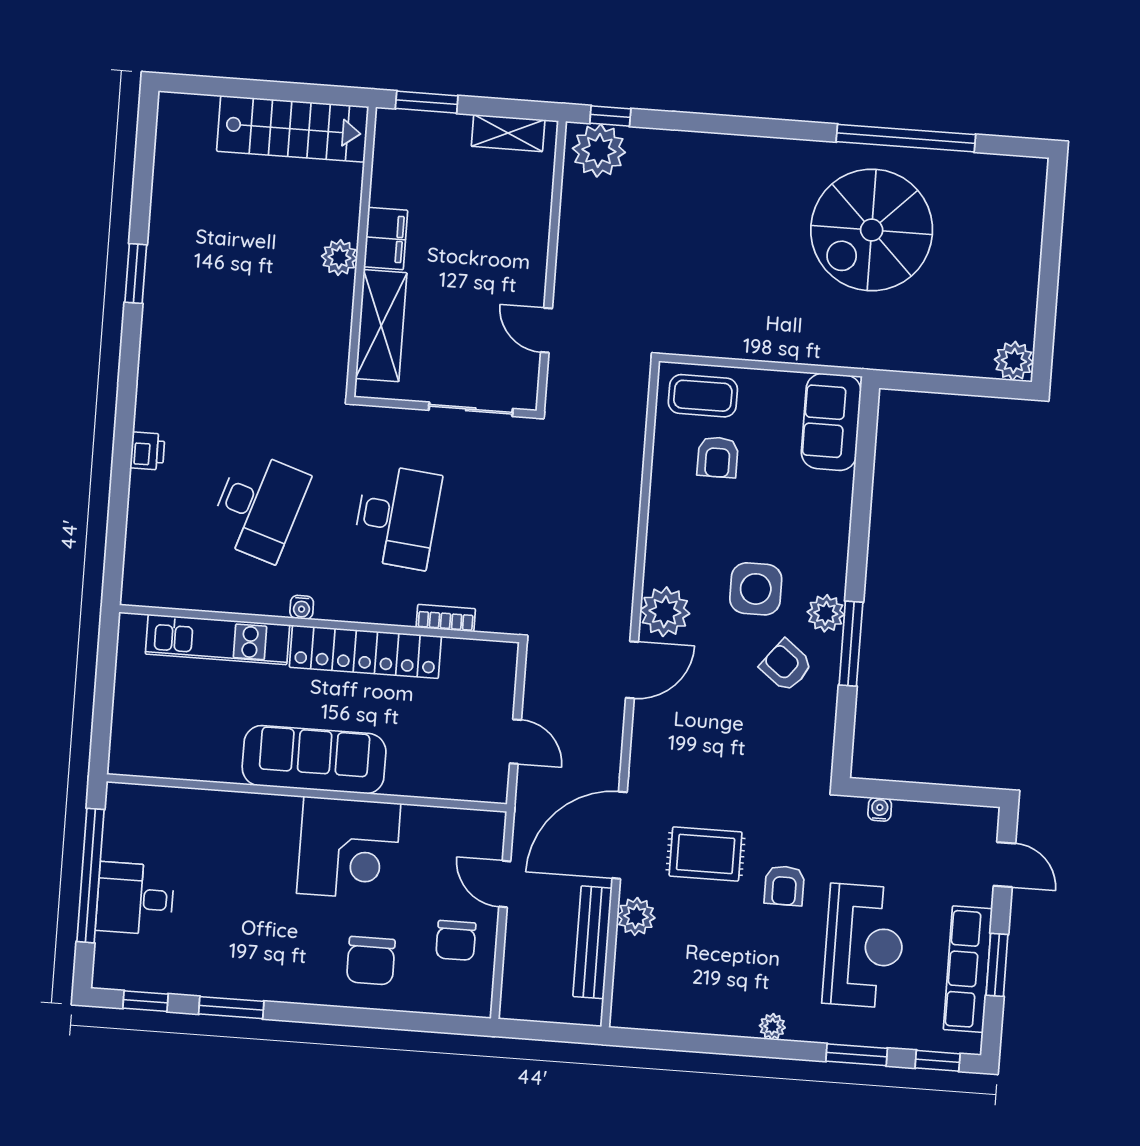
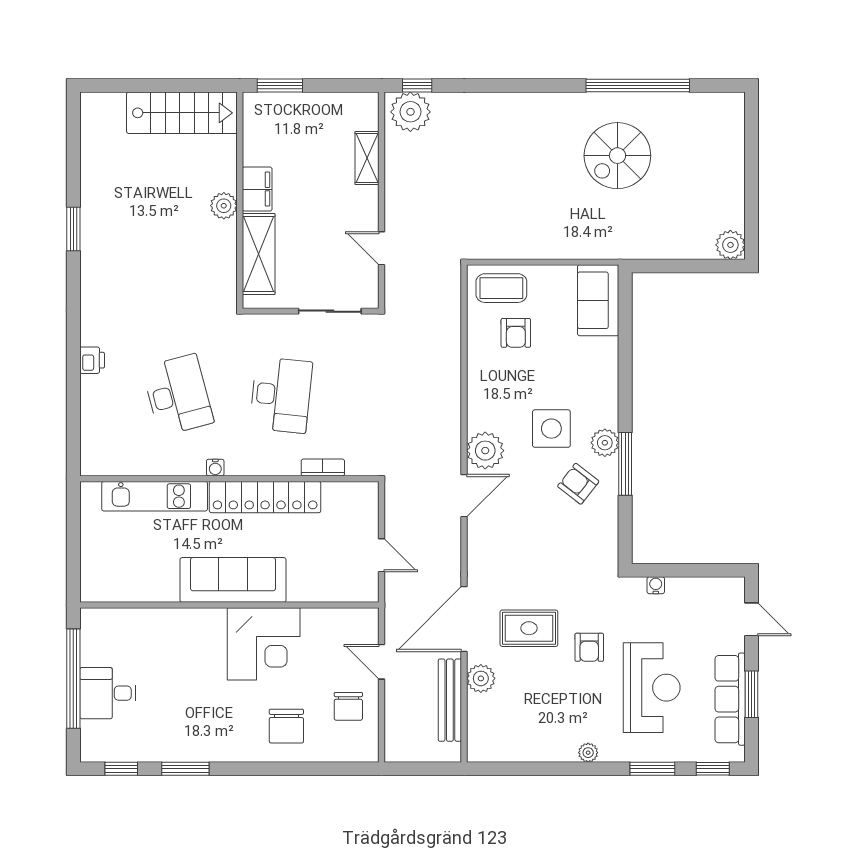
shelving: (508, 133) -> (367, 158), moved, turned 90
spiral stairs: (872, 230) -> (617, 156), width x0.73, depth x0.73
desk: (259, 506) -> (178, 395), turned -33

